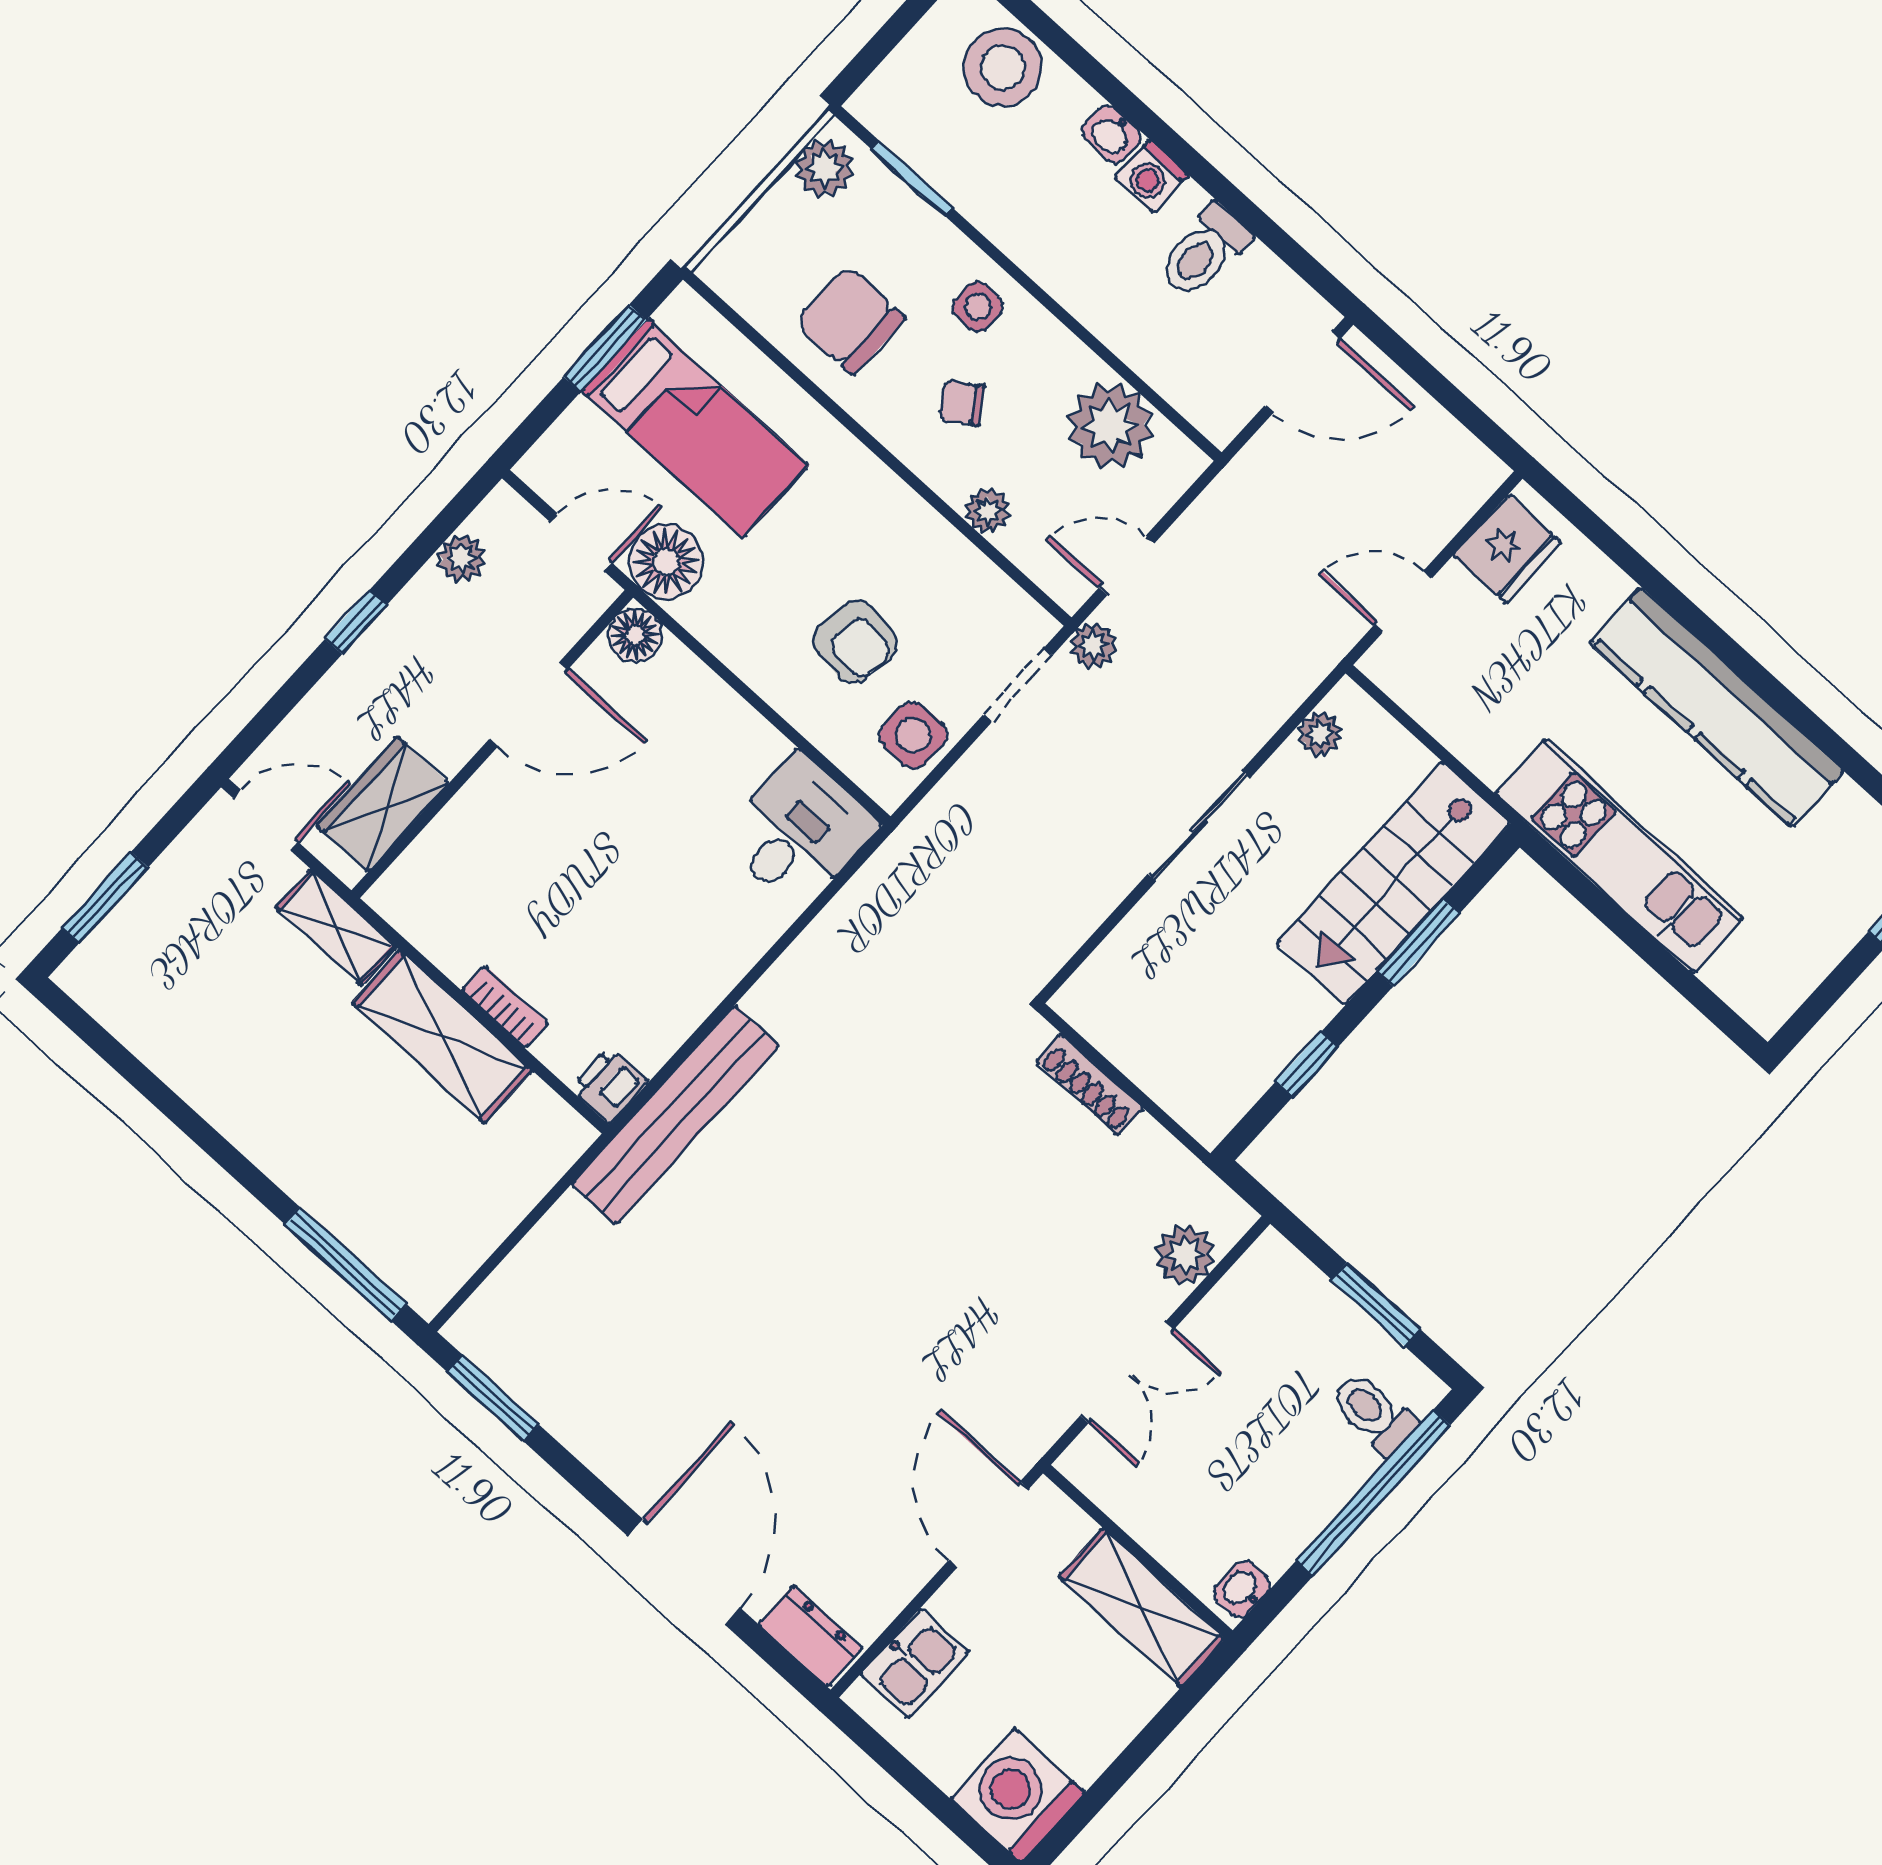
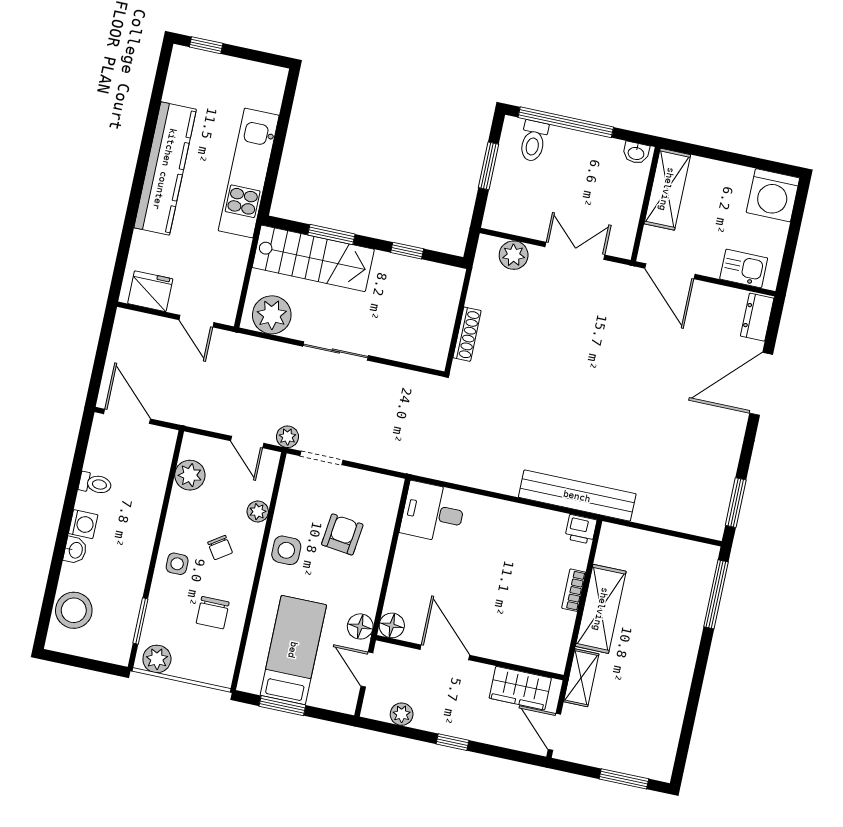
toilet: (1204, 252) -> (95, 484), width x0.73, depth x0.72
chair: (850, 320) -> (213, 613), width x0.73, depth x0.73
plant: (1111, 426) -> (190, 475), width x0.73, depth x0.73
floor lamp: (666, 562) -> (360, 626), width x0.73, depth x0.73
plant: (1320, 734) -> (272, 315), width x1.88, depth x1.88
side table: (913, 735) -> (286, 550), moved
door: (988, 1525) -> (670, 271), hinge flipped

